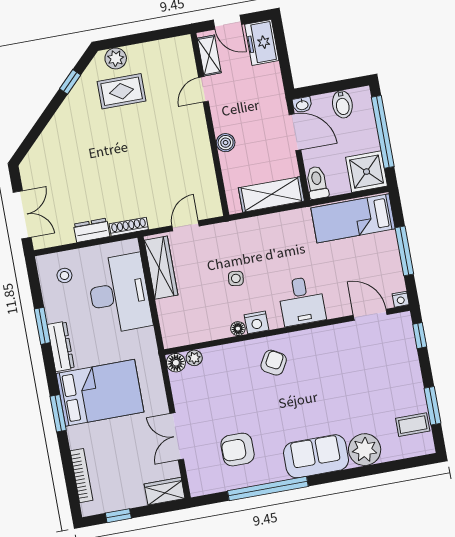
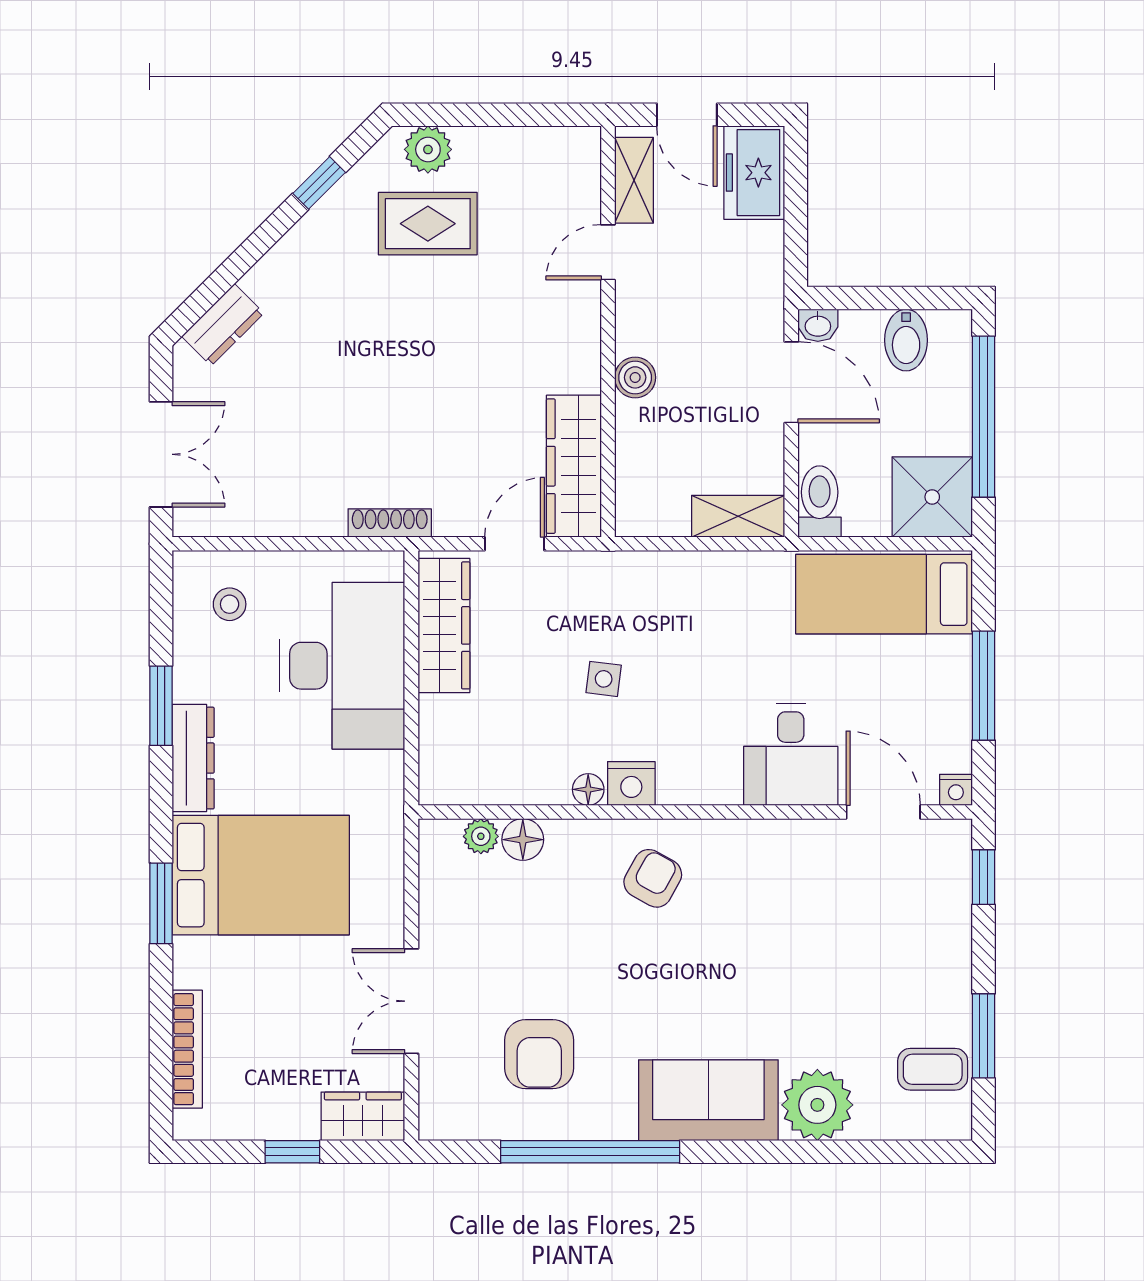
wardrobe: (206, 187) -> (574, 466), added
shelving: (271, 194) -> (738, 516), width x0.67, depth x0.75
dresser: (92, 230) -> (223, 325), moved, turned 135
desk: (302, 301) -> (791, 755), moved
floor lamp: (176, 363) -> (523, 840), moved
armchair: (238, 450) -> (539, 1054), turned -90
window: (118, 516) -> (292, 1152), moved

